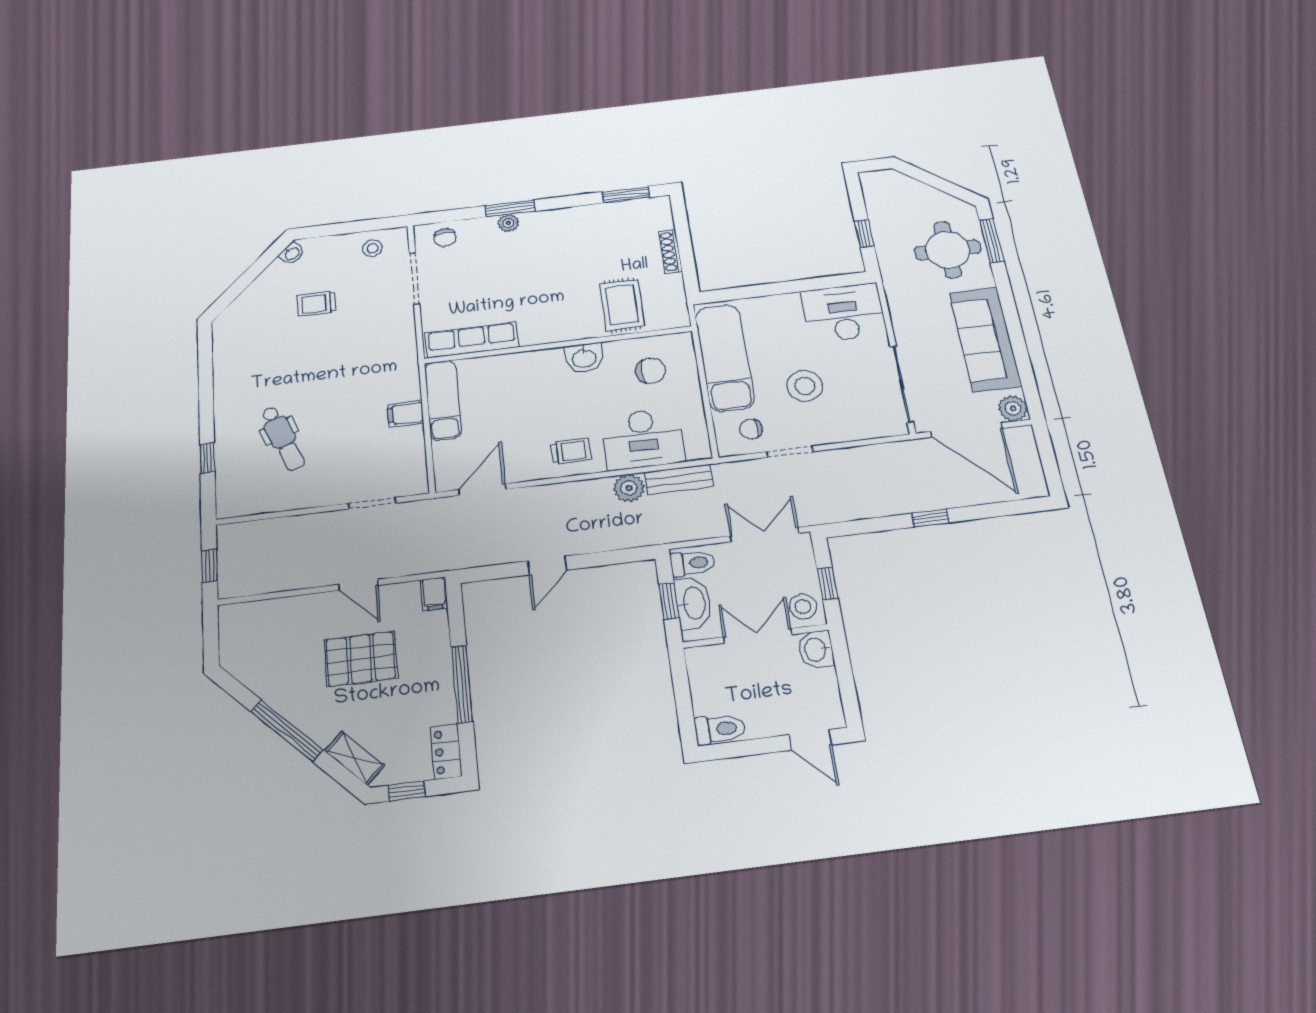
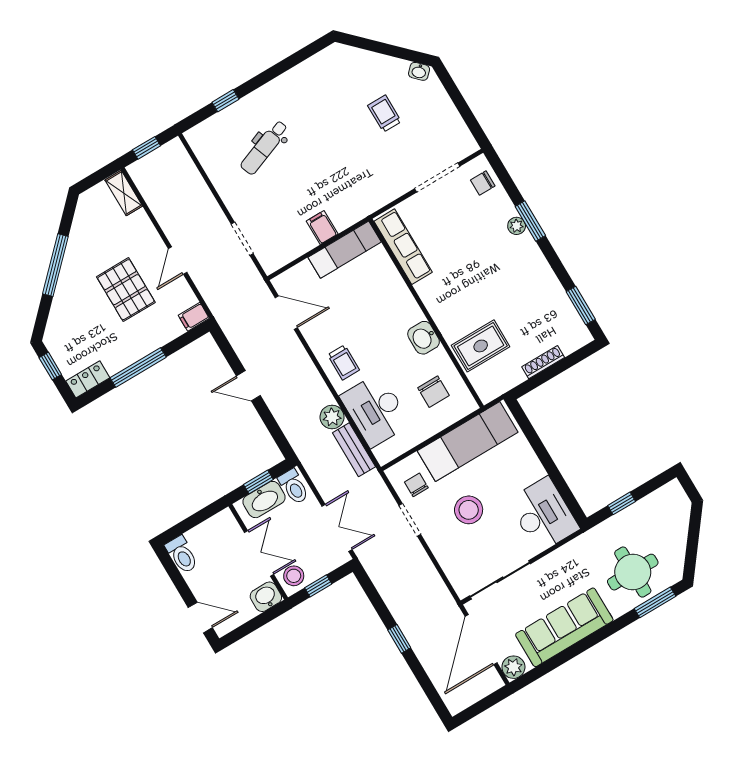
stool: (372, 248) -> (450, 132), removed
door: (810, 740) -> (200, 618), swing flipped
shelving: (355, 758) -> (124, 193), moved, turned -45

